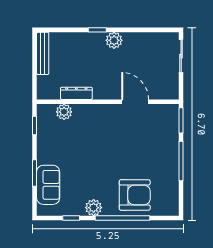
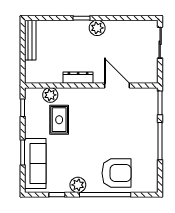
dresser: (76, 93) -> (78, 78), moved
rug: (74, 138) -> (59, 120), added
sofa: (48, 185) -> (35, 163), width x1.36

